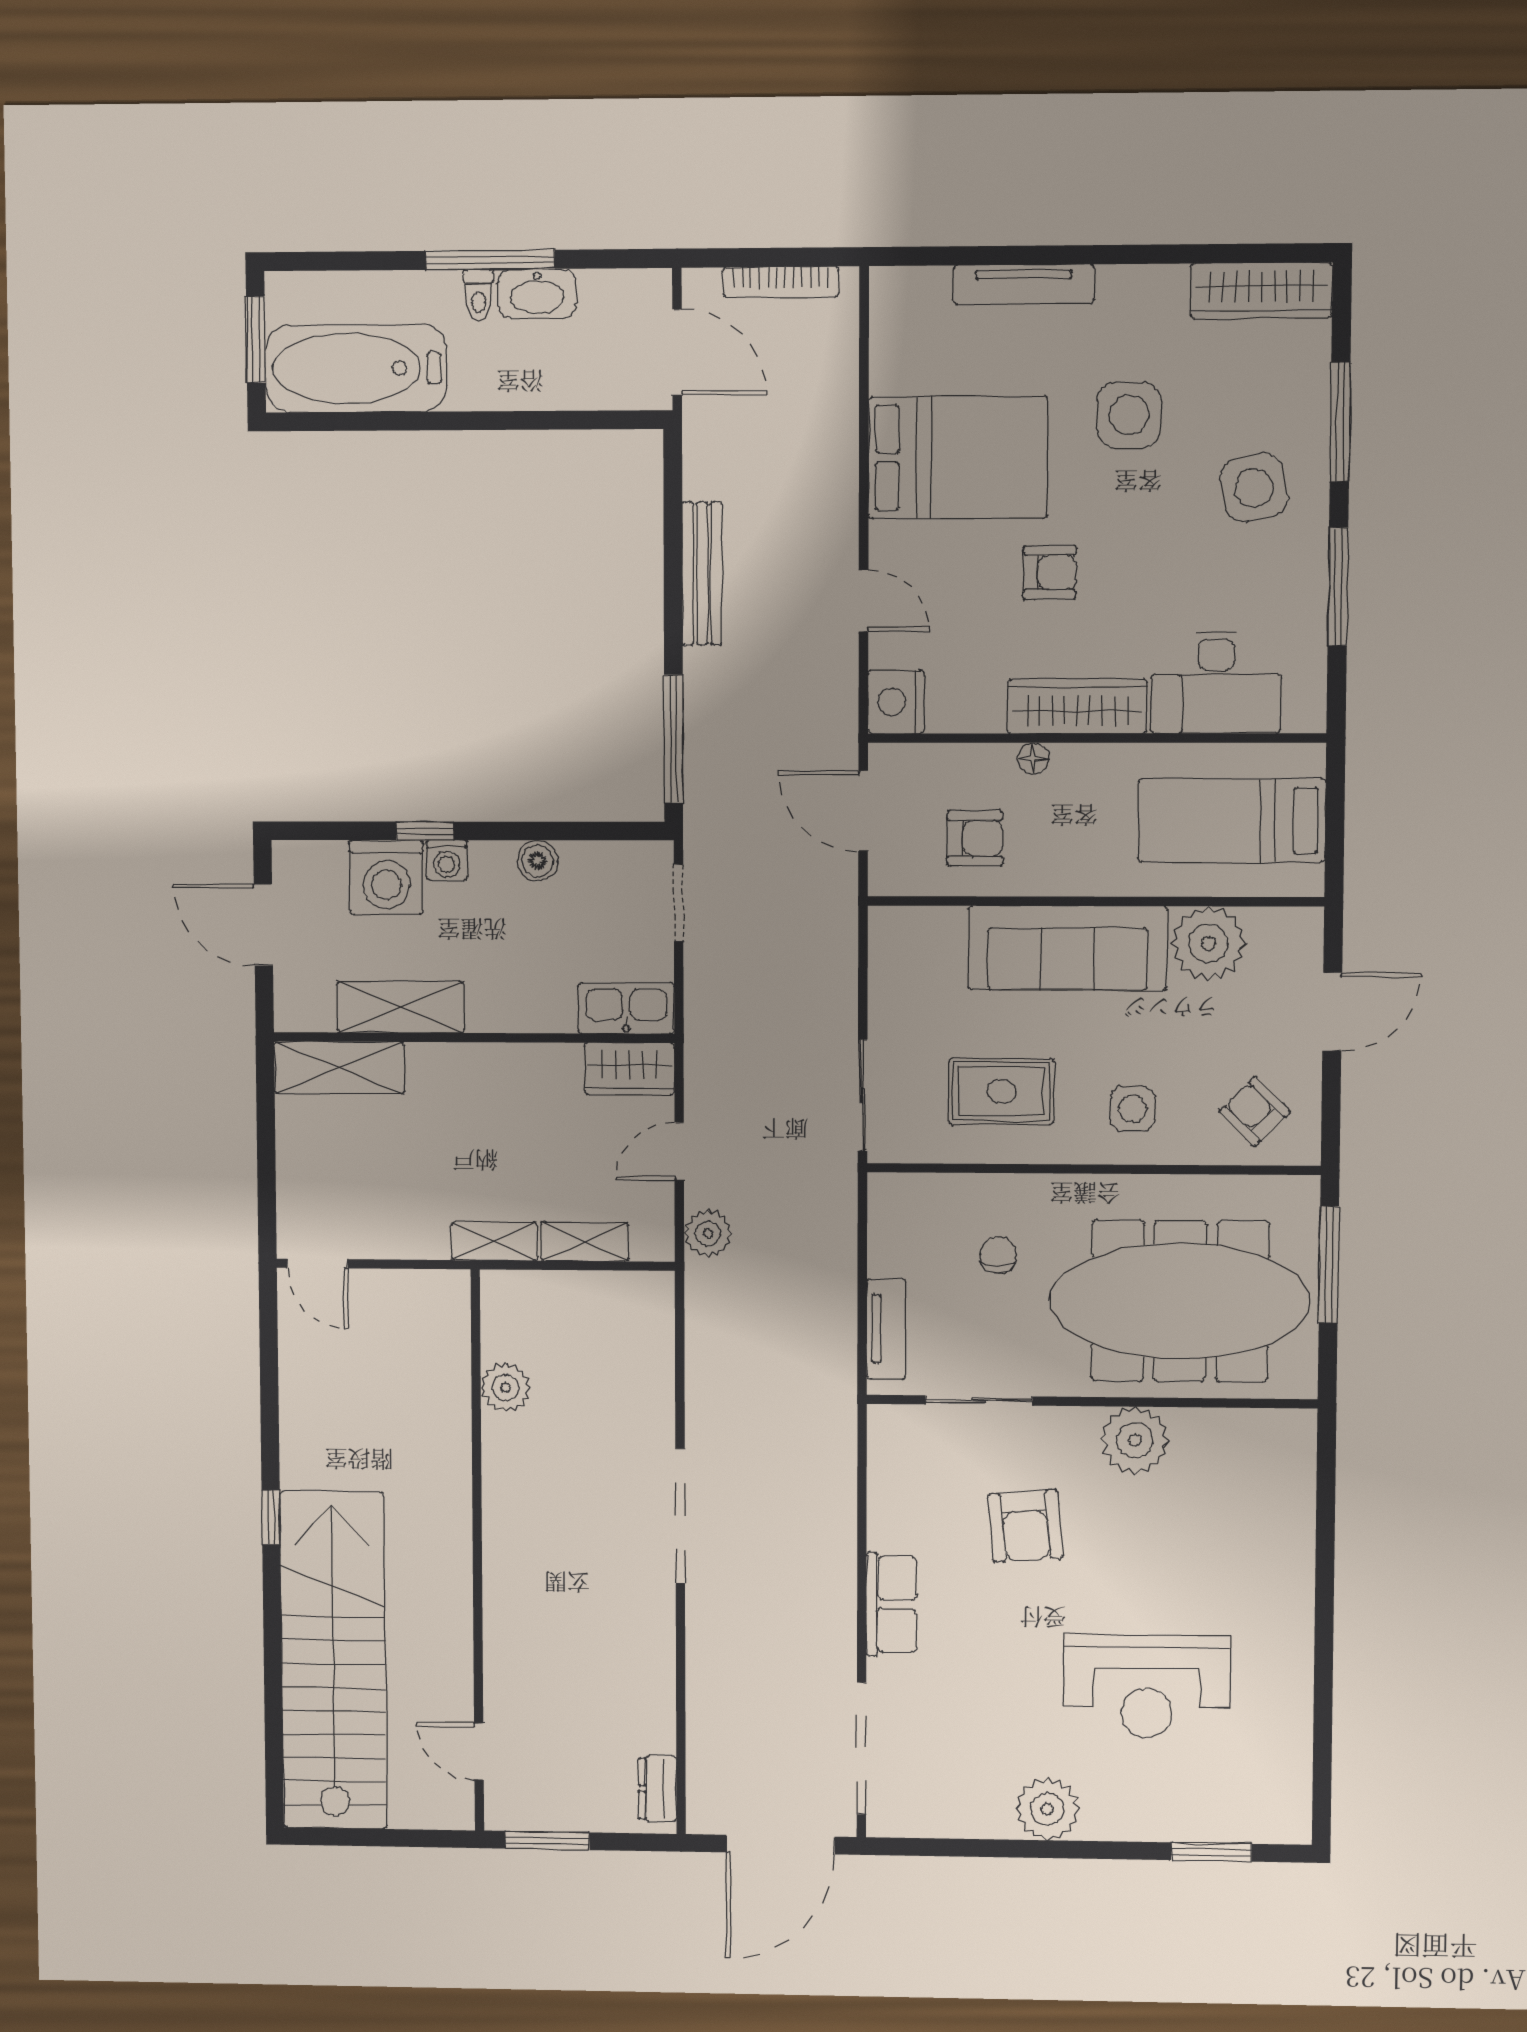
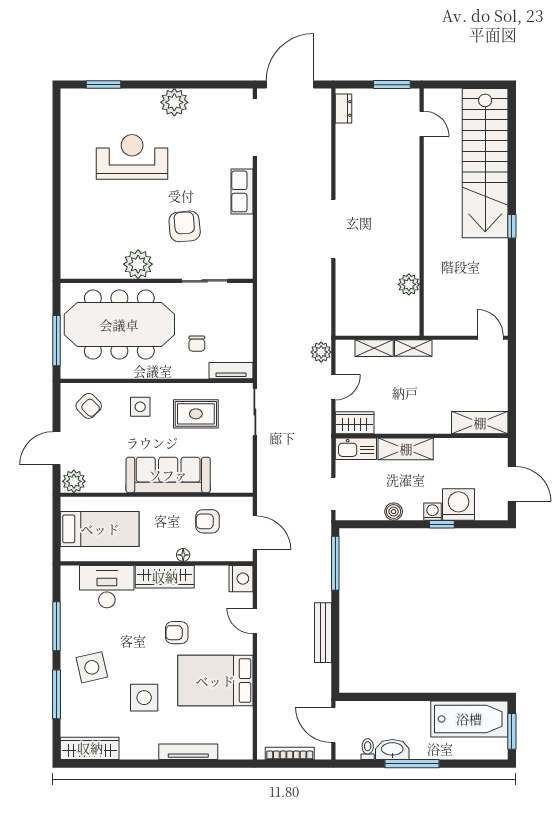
toilet: (479, 295) -> (368, 749), moved
plant: (1208, 943) -> (74, 481), moved, width x0.73, depth x0.73
shelving: (400, 1007) -> (406, 449), moved
tv unit: (886, 1329) -> (231, 371), moved, turned 90

